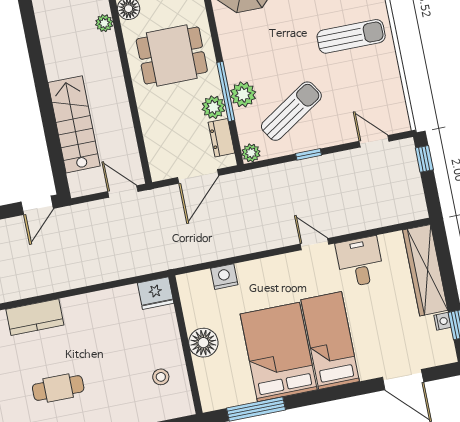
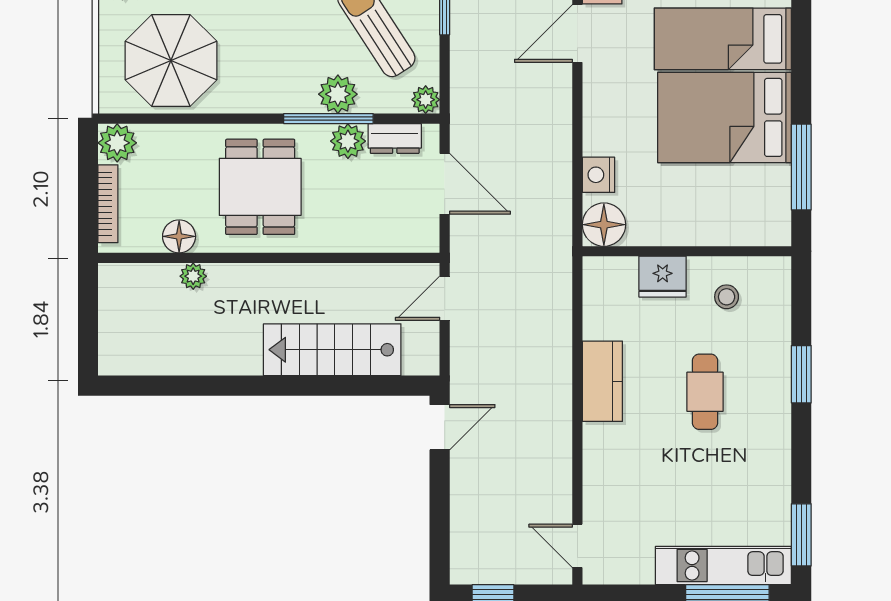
door: (37, 205) -> (440, 427), hinge flipped
door: (315, 244) -> (577, 33), width x1.38
fridge: (156, 293) -> (663, 277), moved, turned 90
kitchen counter: (35, 317) -> (602, 381), moved
floor lamp: (203, 343) -> (604, 225), moved
cafe table: (58, 388) -> (705, 392), moved

